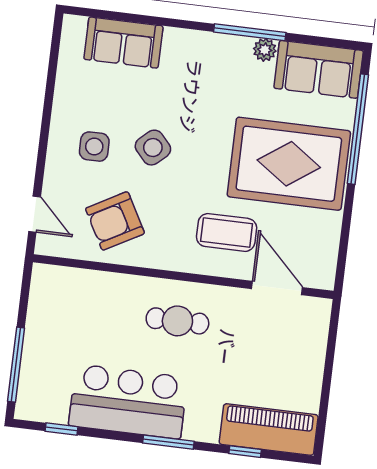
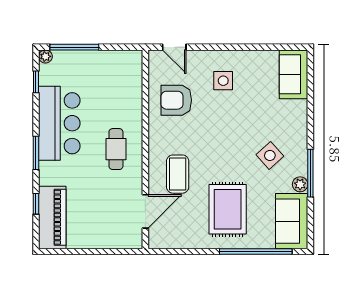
sofa: (123, 43) -> (293, 74), moved
side table: (153, 148) -> (270, 155), moved
rug: (289, 164) -> (228, 209), width x0.73, depth x0.69
door: (35, 214) -> (174, 47), hinge flipped
armchair: (115, 221) -> (176, 100), turned -61
plant: (25, 410) -> (45, 56), added

